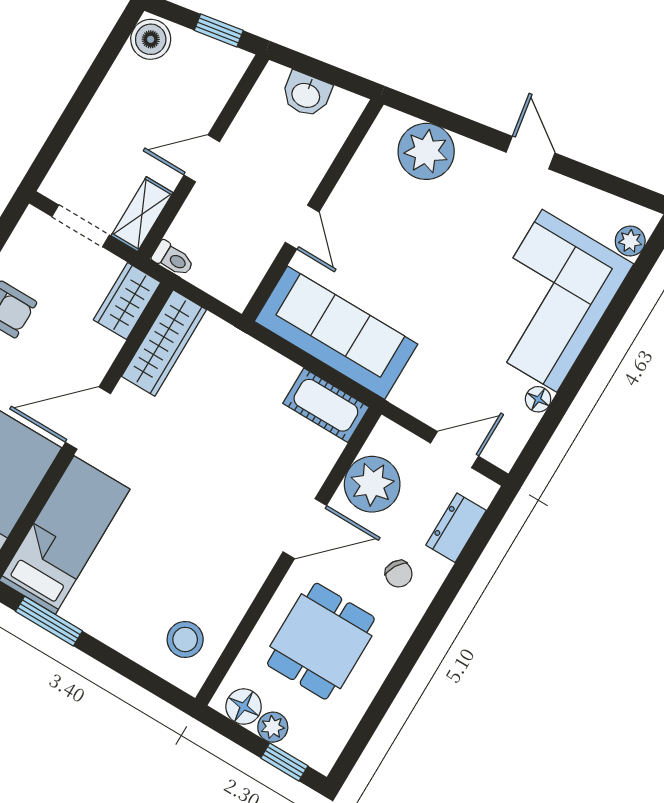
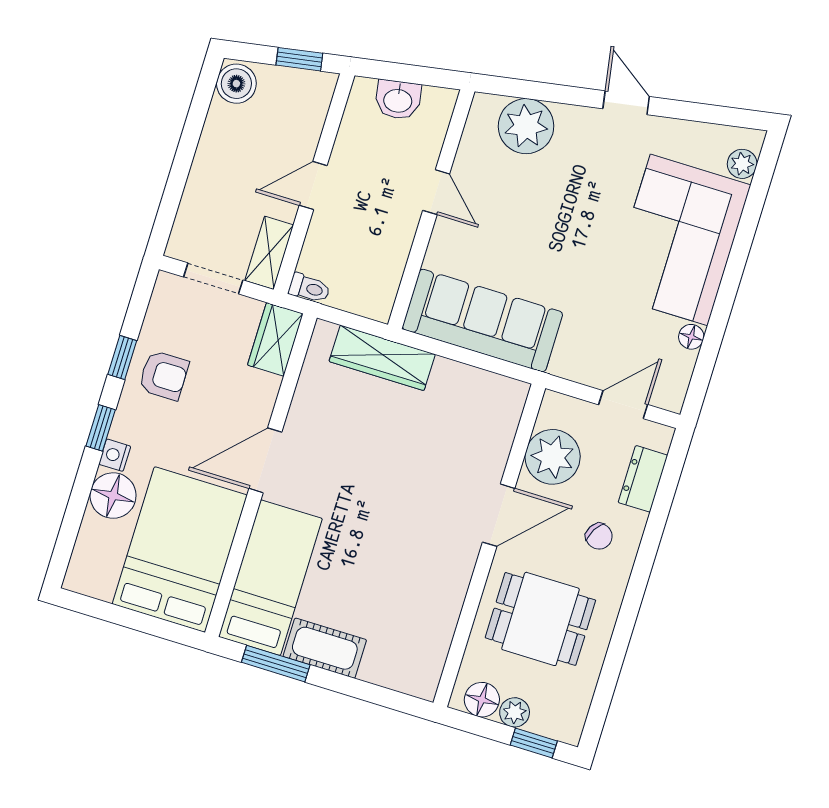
door: (302, 227) -> (436, 192), moved
wardrobe: (164, 343) -> (382, 358), moved, turned 90
cot: (326, 405) -> (325, 648), moved
stool: (185, 639) -> (410, 649), removed
dining table: (321, 641) -> (540, 619), turned 90

